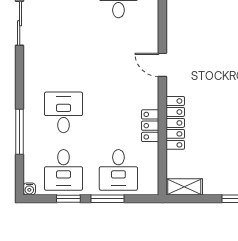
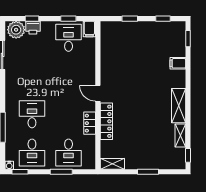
door: (162, 65) -> (98, 93), moved
window: (68, 199) -> (20, 172), moved

